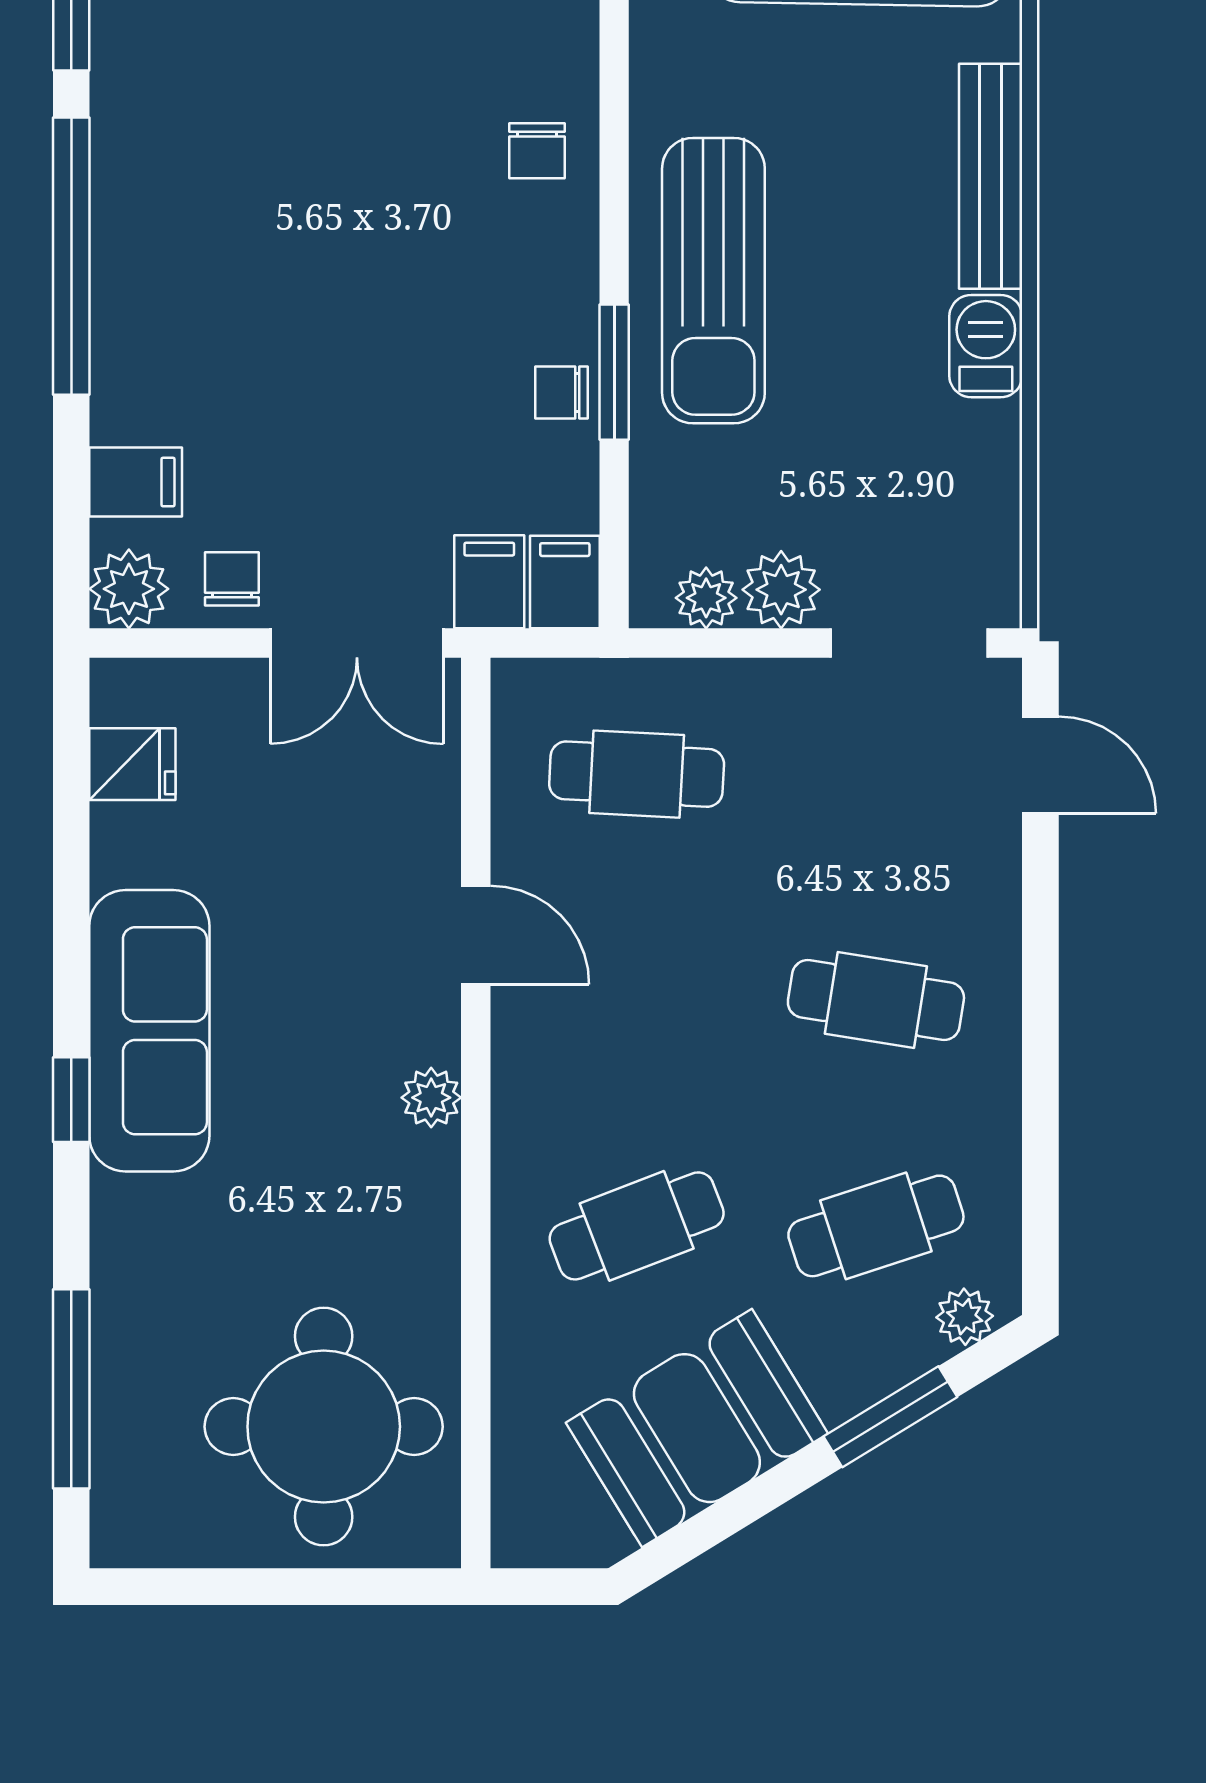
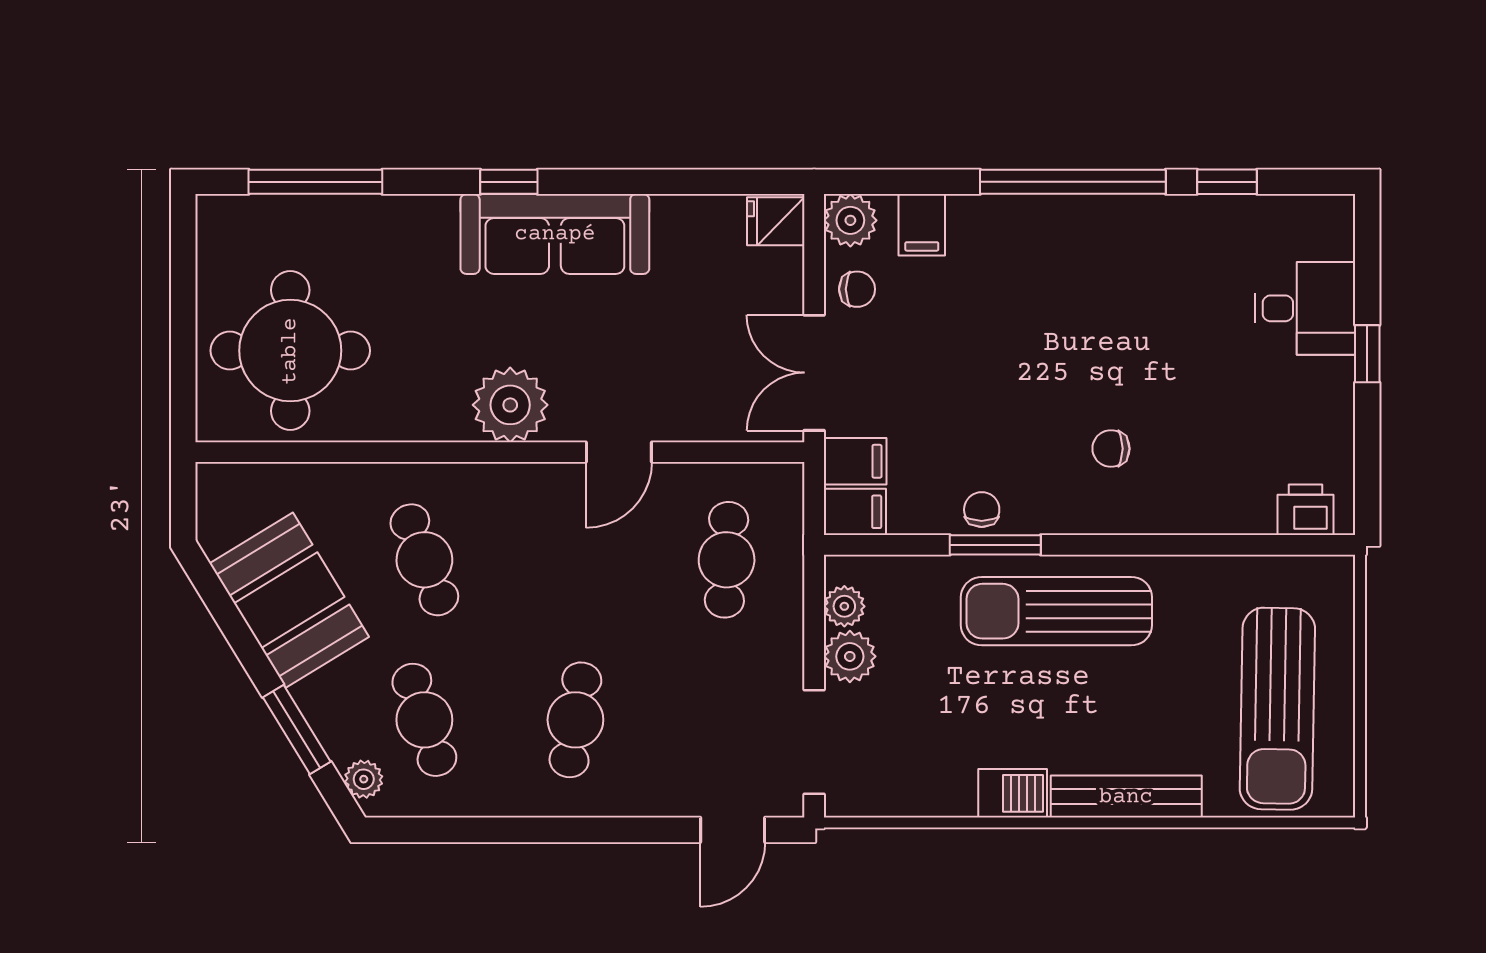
chair: (537, 151) -> (1111, 449), moved
fridge: (132, 764) -> (776, 221), moved, turned 90
plant: (431, 1098) -> (510, 405), width x1.87, depth x1.87

